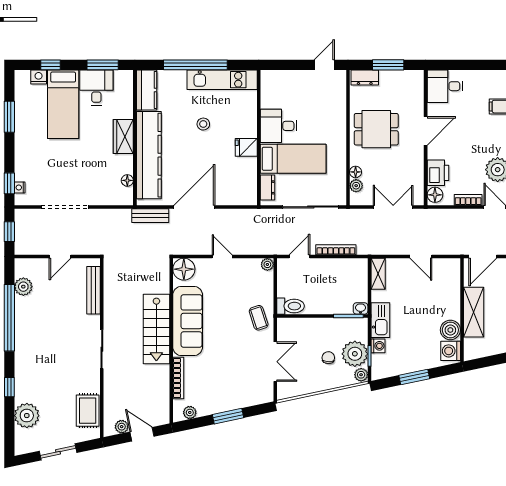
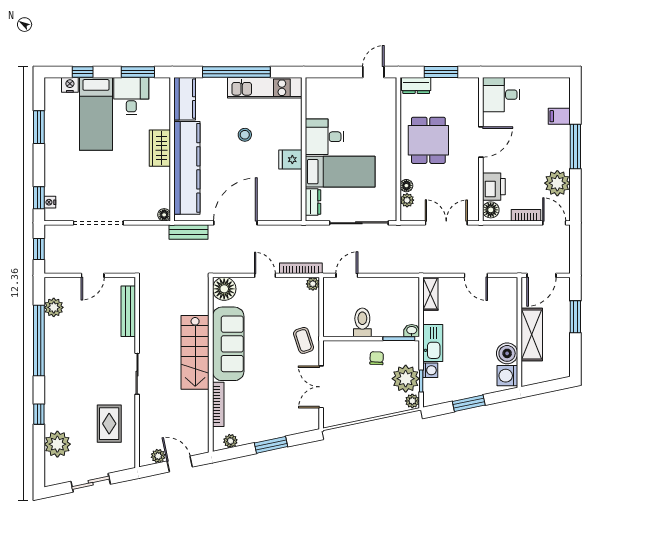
dining table: (376, 129) -> (428, 140), turned 90
floor lamp: (127, 180) -> (164, 215), moved
bookcase: (336, 250) -> (301, 268), moved
toilet: (291, 306) -> (362, 322), moved, turned -90
chair: (328, 358) -> (377, 358), moved
double door: (275, 362) -> (321, 387), swing flipped
rug: (88, 411) -> (109, 424), moved

